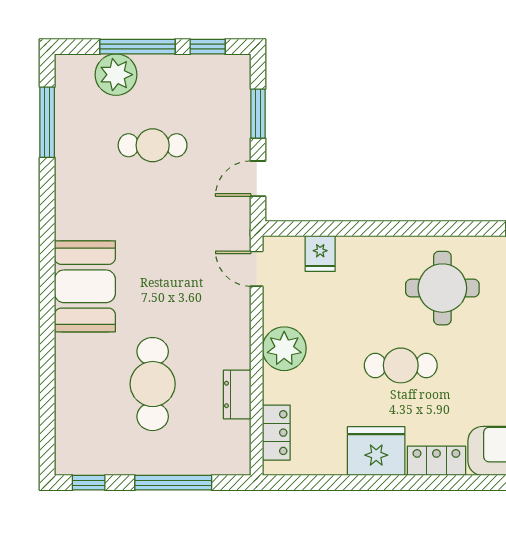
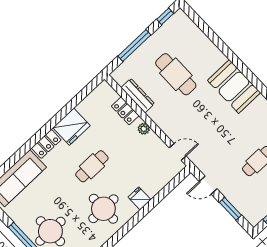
door: (258, 179) -> (208, 185), swing flipped
fridge: (320, 254) -> (139, 198), moved
plant: (284, 349) -> (144, 129), width x0.53, depth x0.53
dresser: (237, 394) -> (138, 96), width x1.44
locker: (276, 433) -> (125, 111), moved

